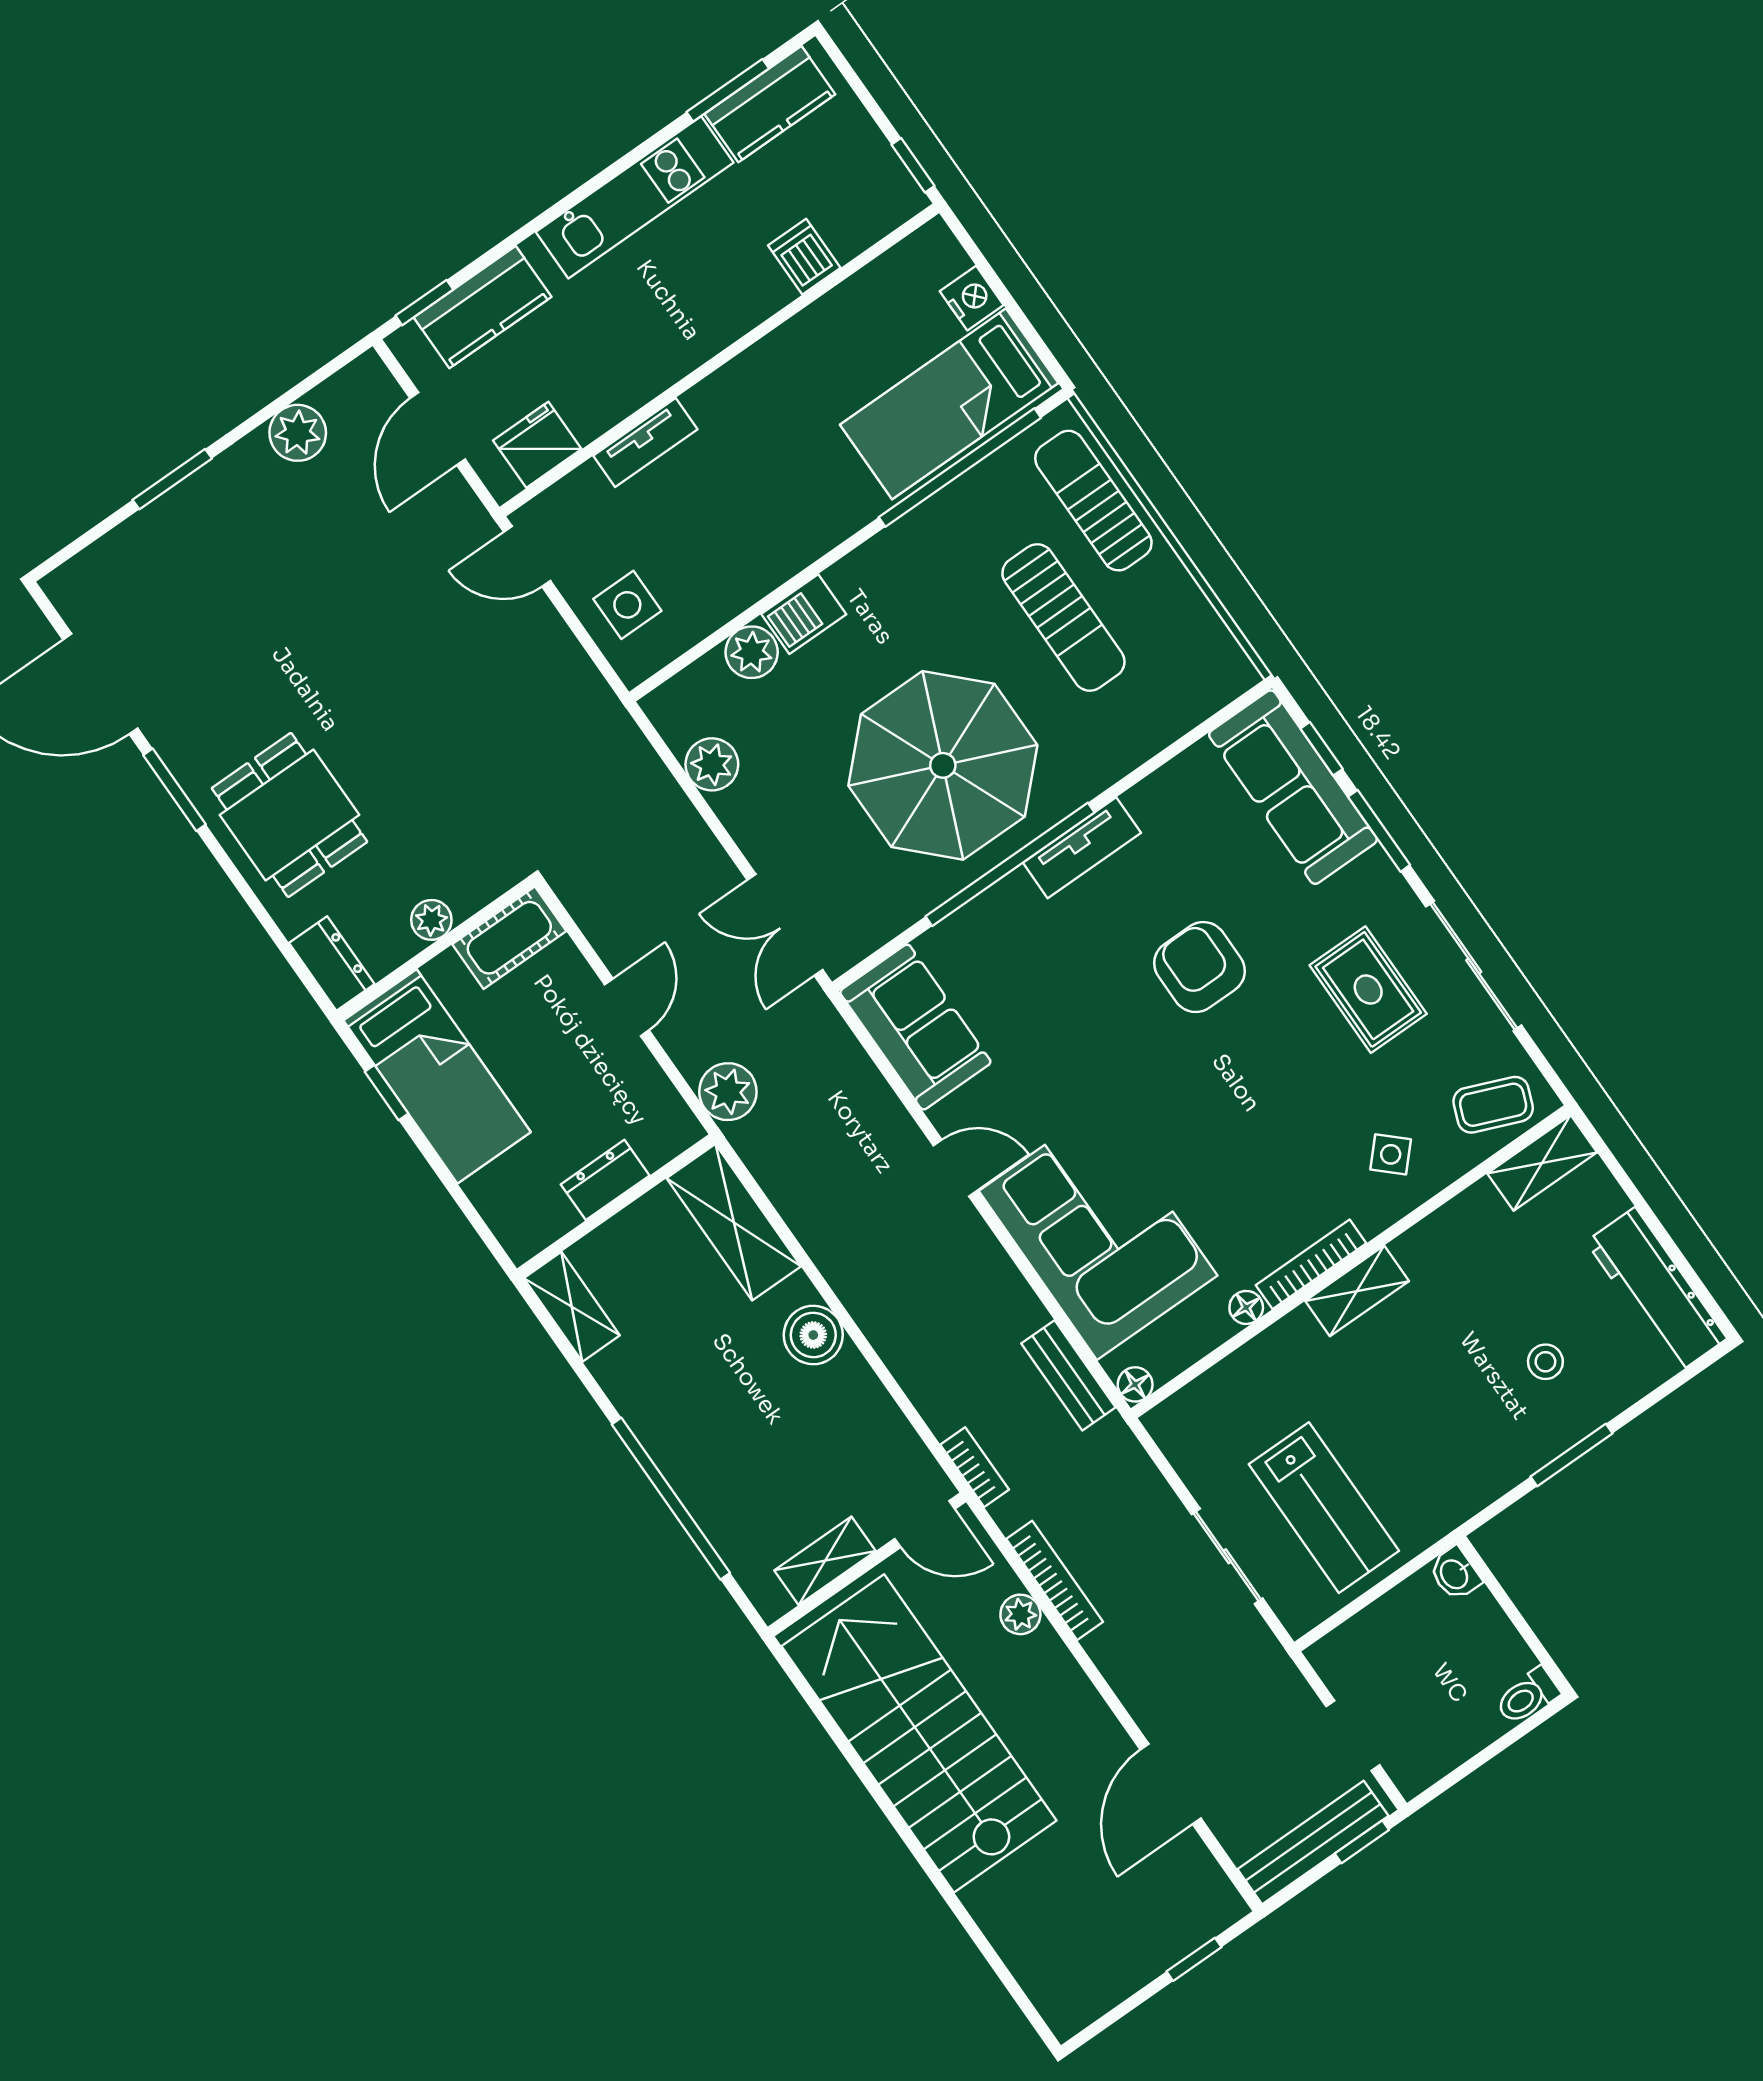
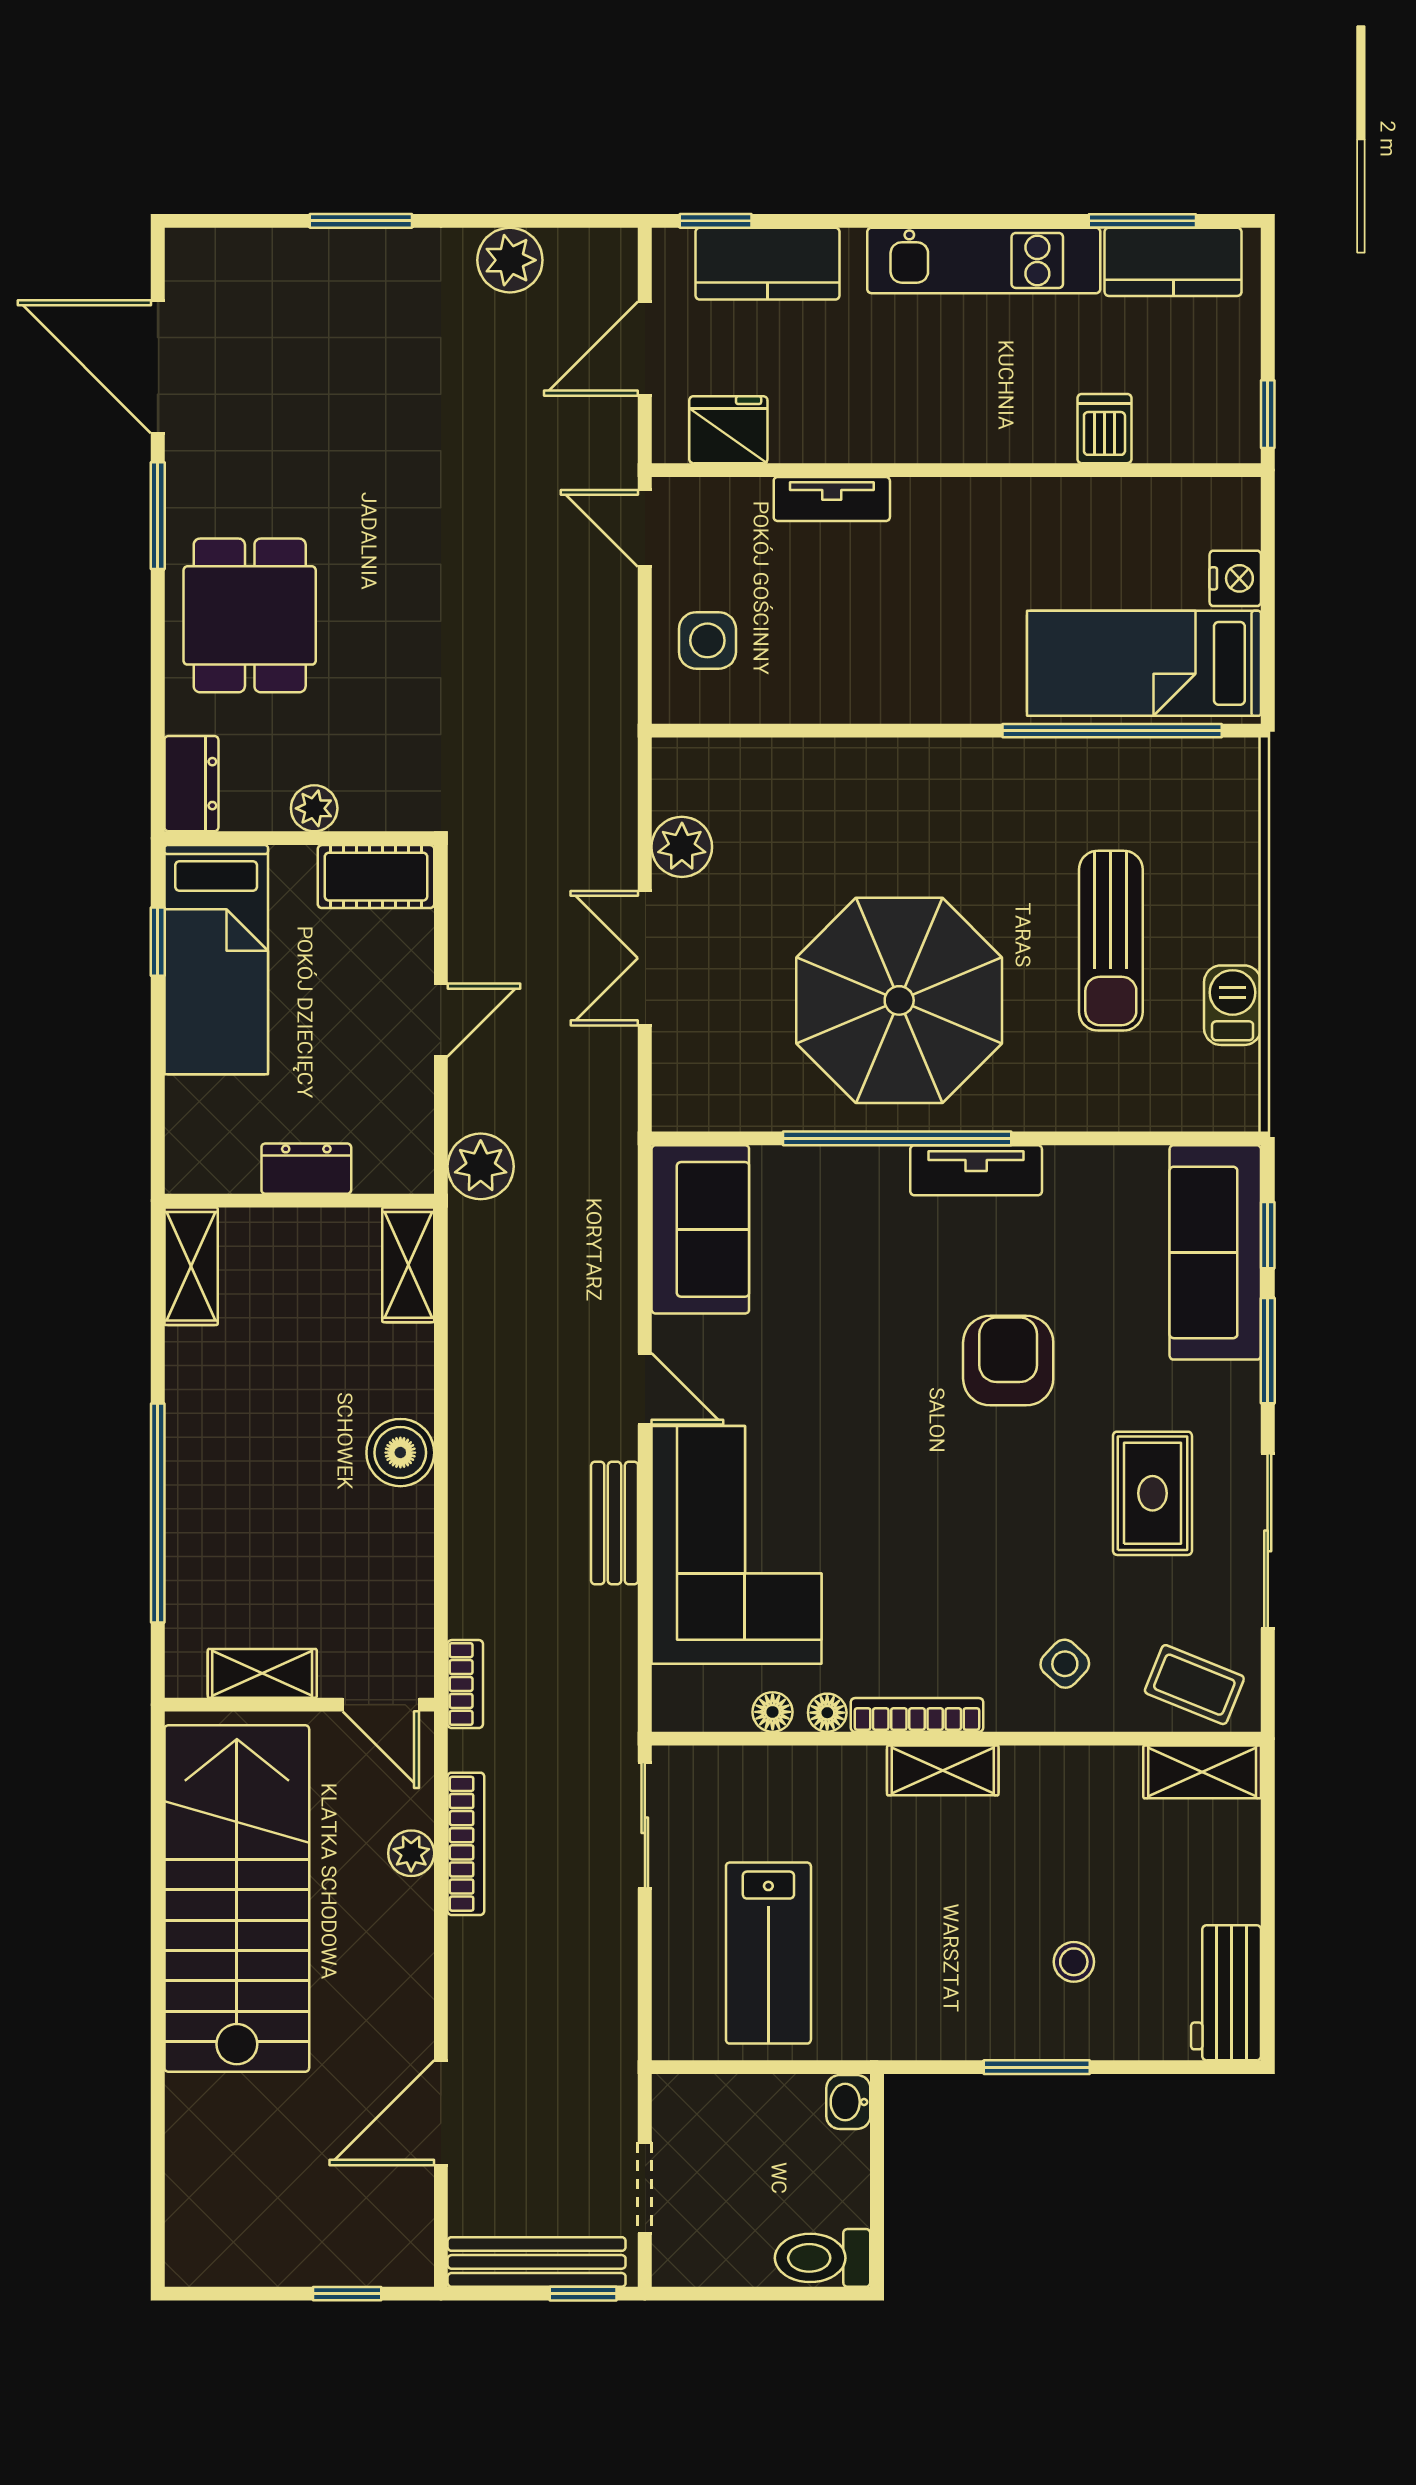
sun lounger: (1093, 501) -> (1216, 850), removed
barbecue: (804, 614) -> (1233, 1005), moved, turned 90
plant: (752, 652) -> (793, 767), removed
double door: (785, 925) -> (645, 958), moved
shelving: (734, 1222) -> (408, 1265), width x0.67, depth x0.75
workbench: (1656, 1290) -> (1226, 1993), width x0.73
bench: (1068, 1375) -> (615, 1523), moved
floor lamp: (1135, 1384) -> (773, 1712), moved
sliding door: (1227, 1556) -> (645, 1825), moved
toilet: (1527, 1696) -> (823, 2258), width x1.37, depth x1.39

